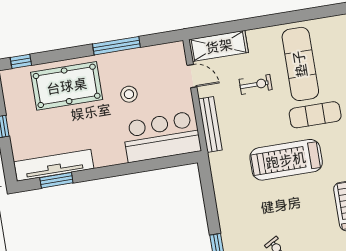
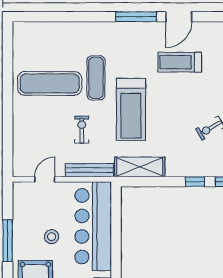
shelving: (219, 46) -> (140, 167), moved, turned 90
exercise bike: (256, 84) -> (82, 130), moved
bar counter: (162, 137) -> (93, 226), width x1.36

